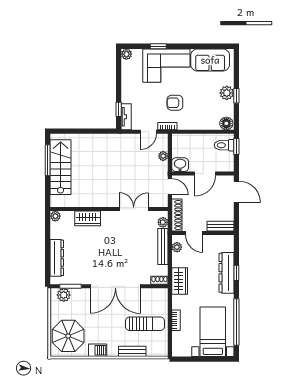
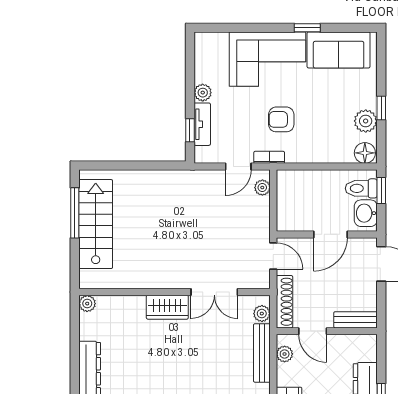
window: (158, 46) -> (307, 28), moved
plant: (126, 54) -> (203, 93), moved
plant: (227, 93) -> (366, 121), moved
tv unit: (126, 117) -> (202, 124), moved
plant: (163, 156) -> (262, 188), moved
washbasin: (180, 165) -> (366, 213), moved, turned -90
double door: (134, 209) -> (214, 292), swing flipped
wardrobe: (88, 218) -> (167, 307), moved

